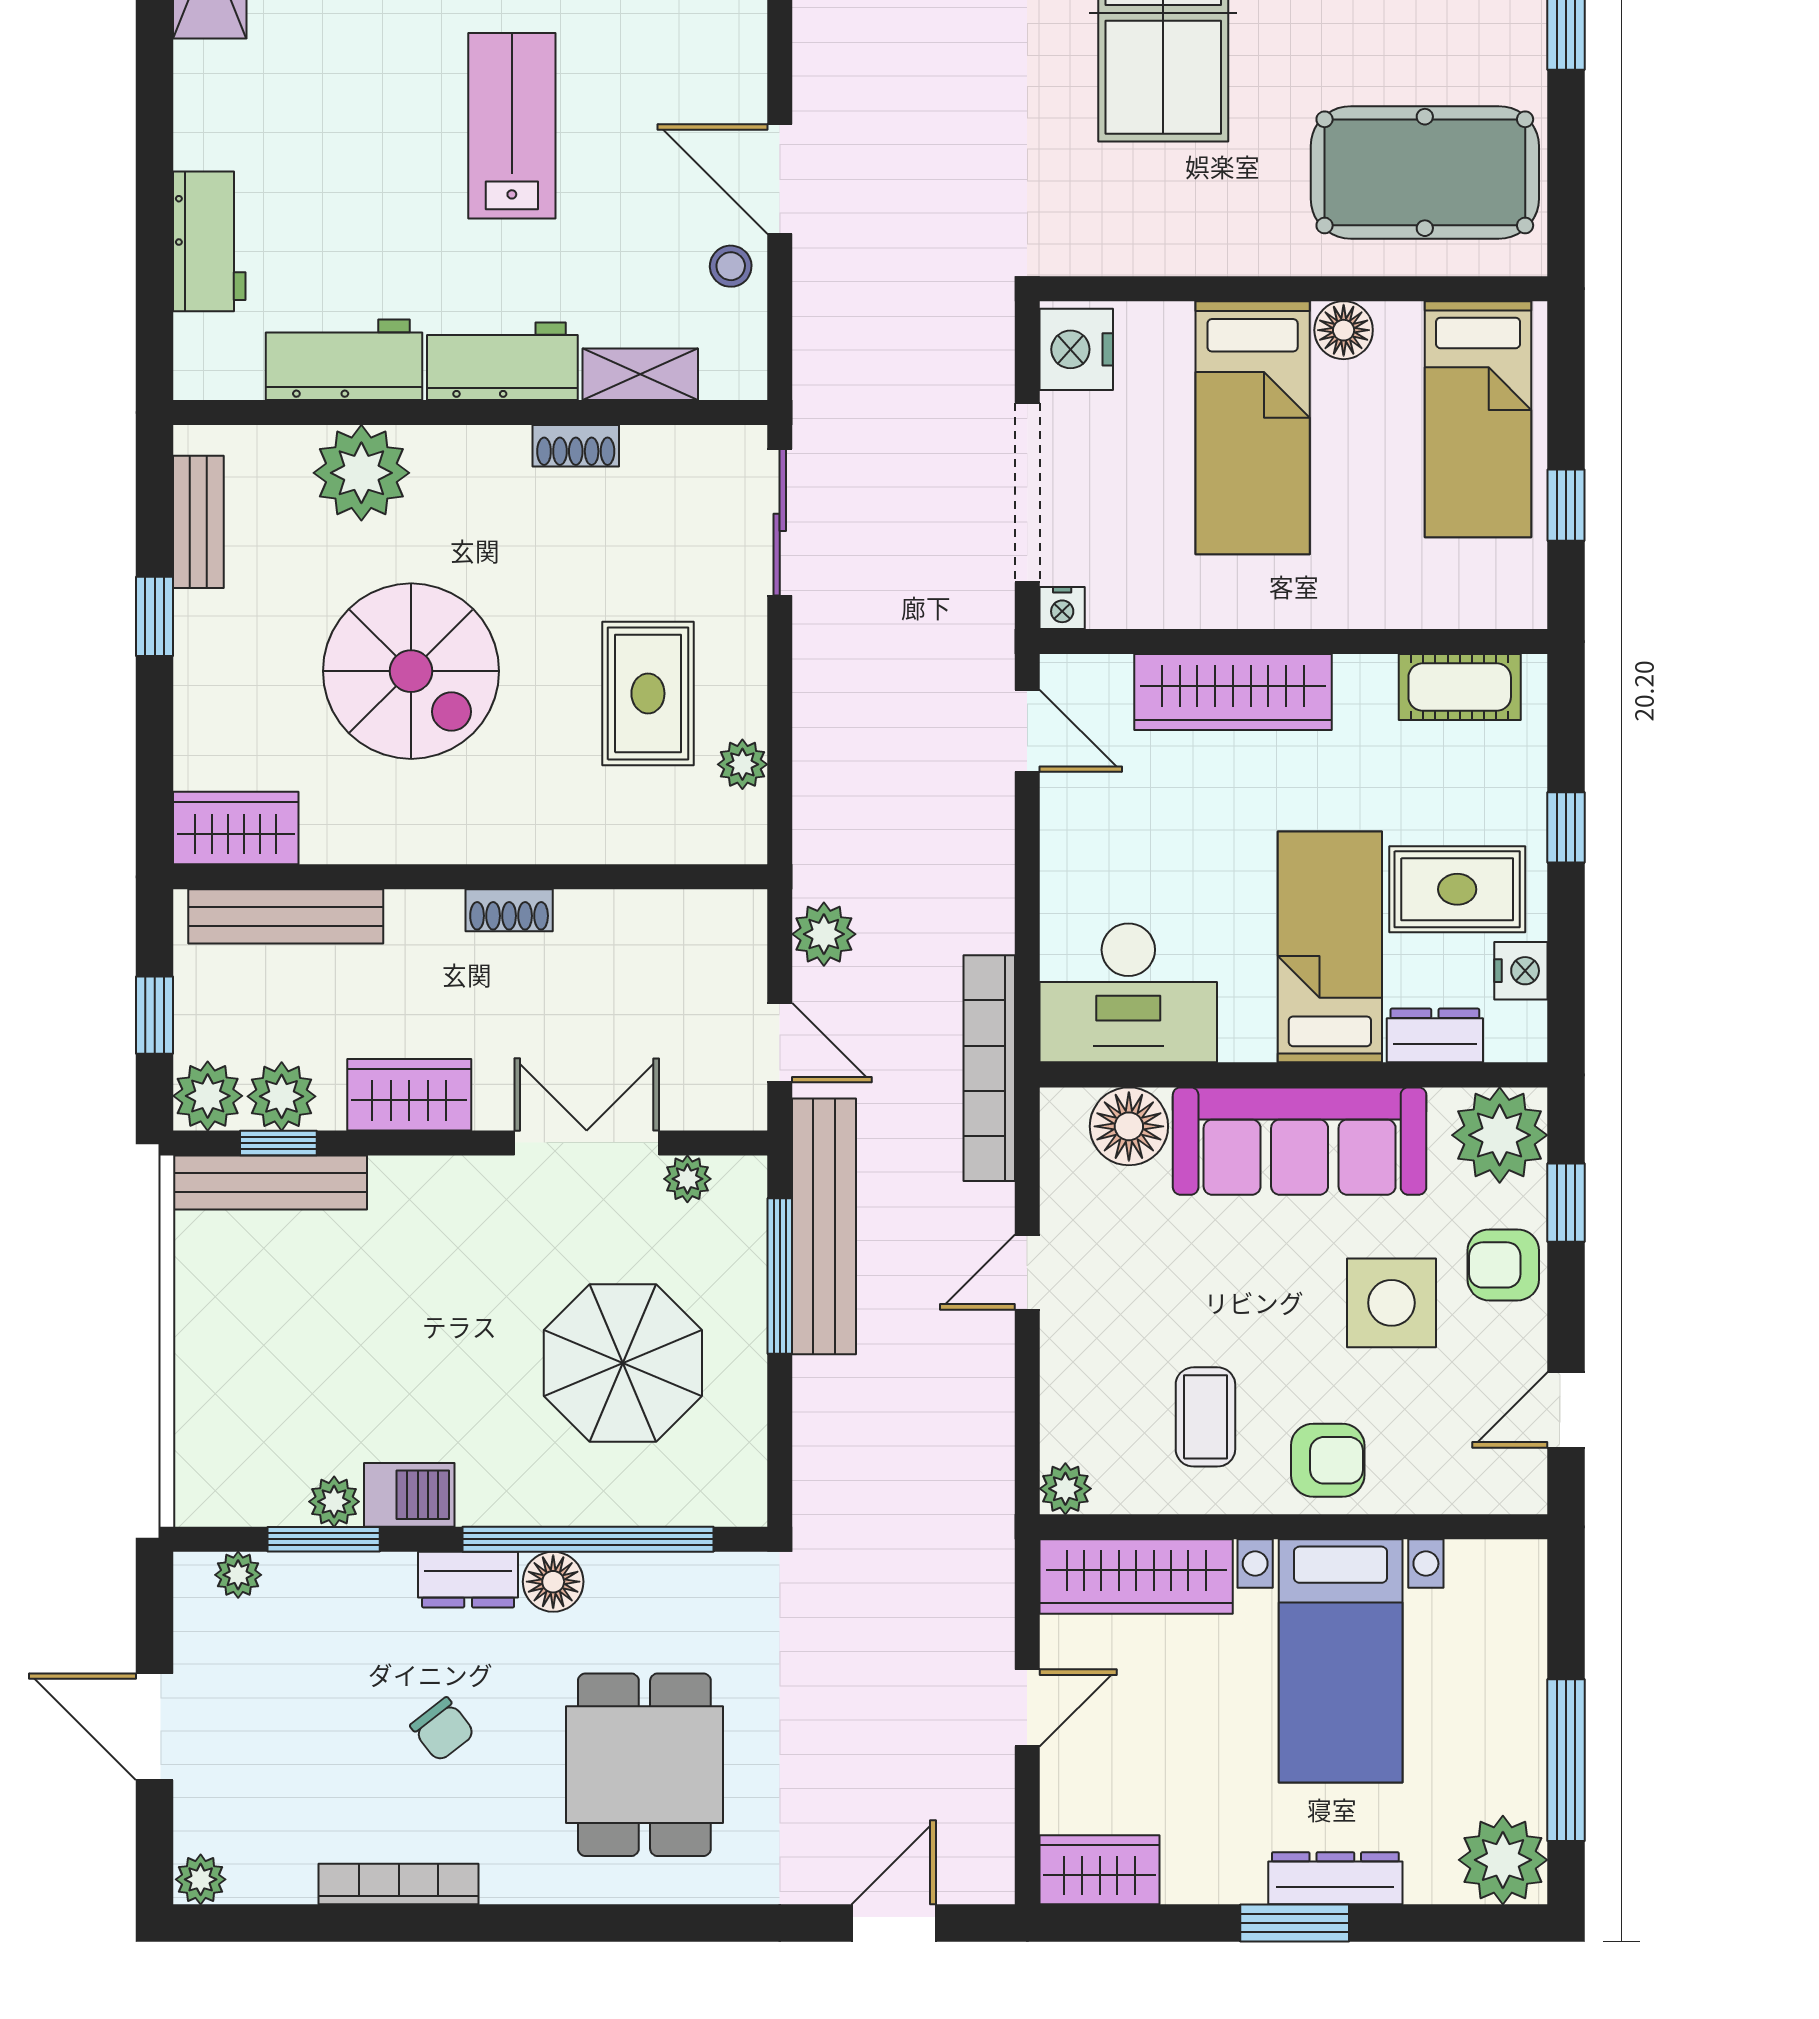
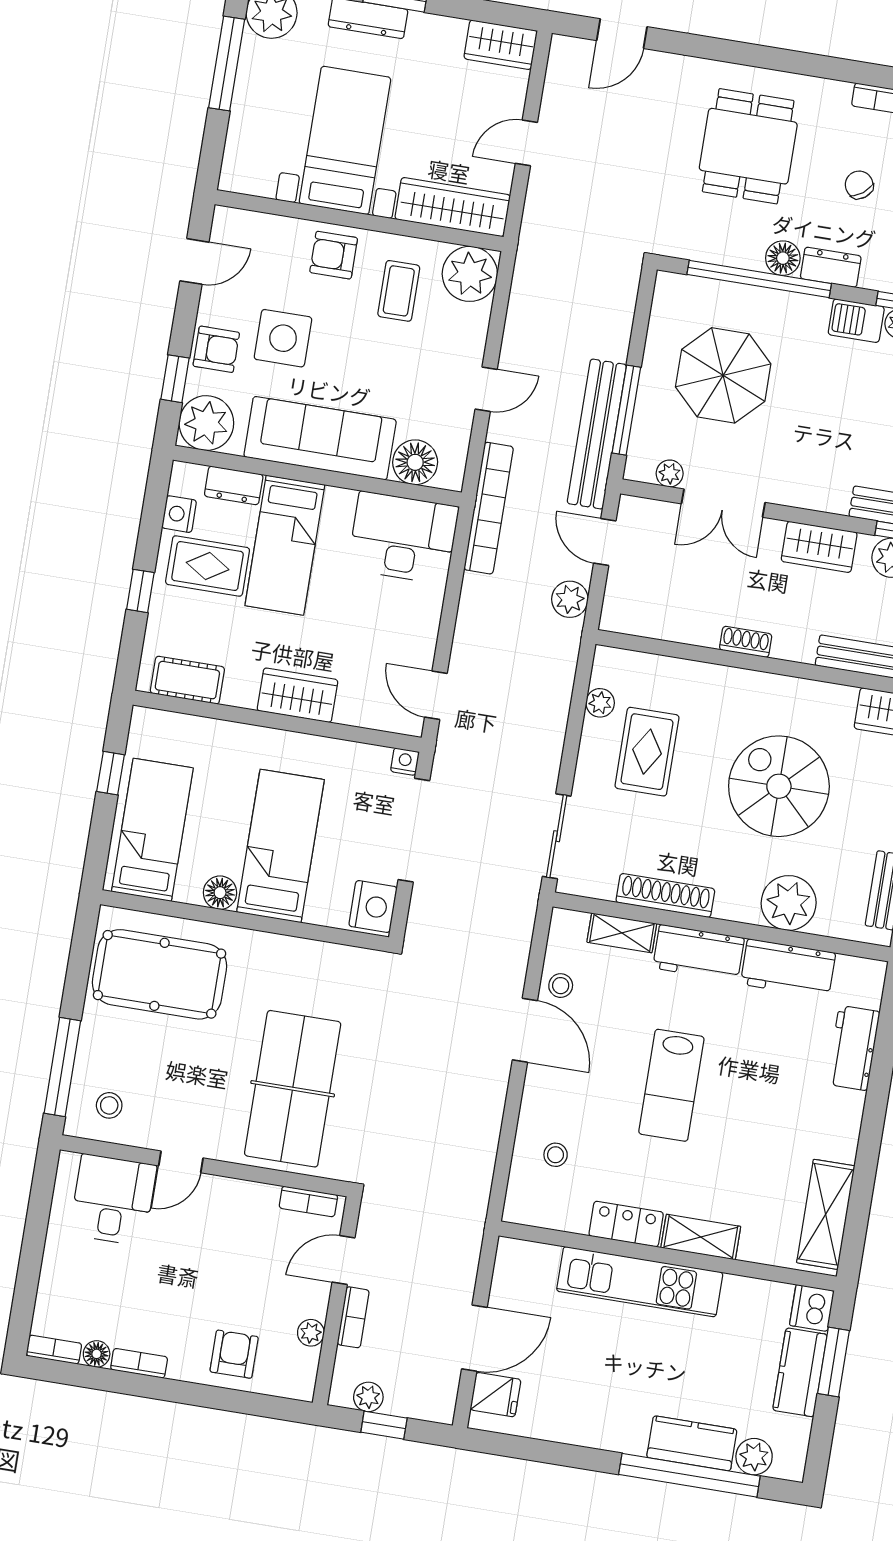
shoe rack: (576, 446) -> (665, 896), width x1.94, depth x1.24
wardrobe: (1233, 692) -> (297, 695), width x0.67
plant: (1065, 1489) -> (470, 274), width x1.88, depth x1.88

